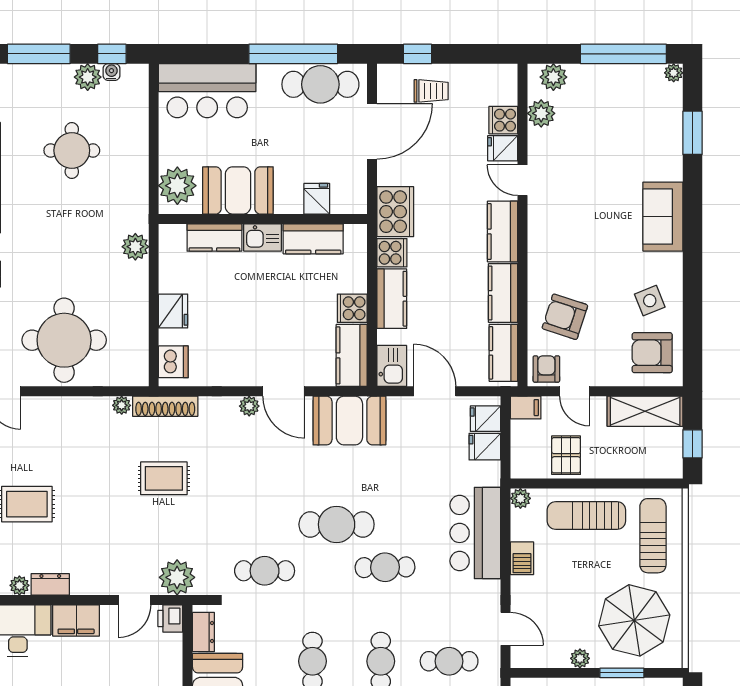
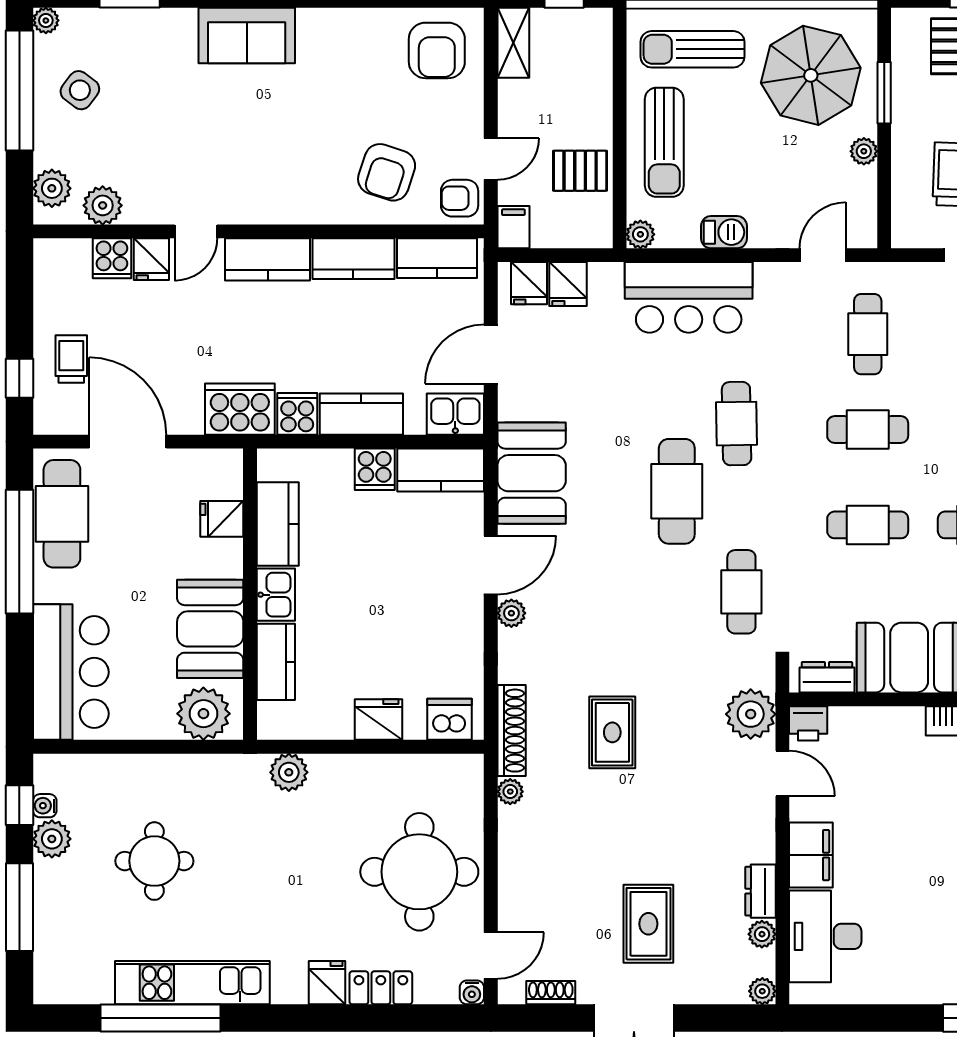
side table: (650, 301) -> (80, 90), moved, turned -31
shelving: (645, 411) -> (513, 43), width x0.67, depth x0.75

